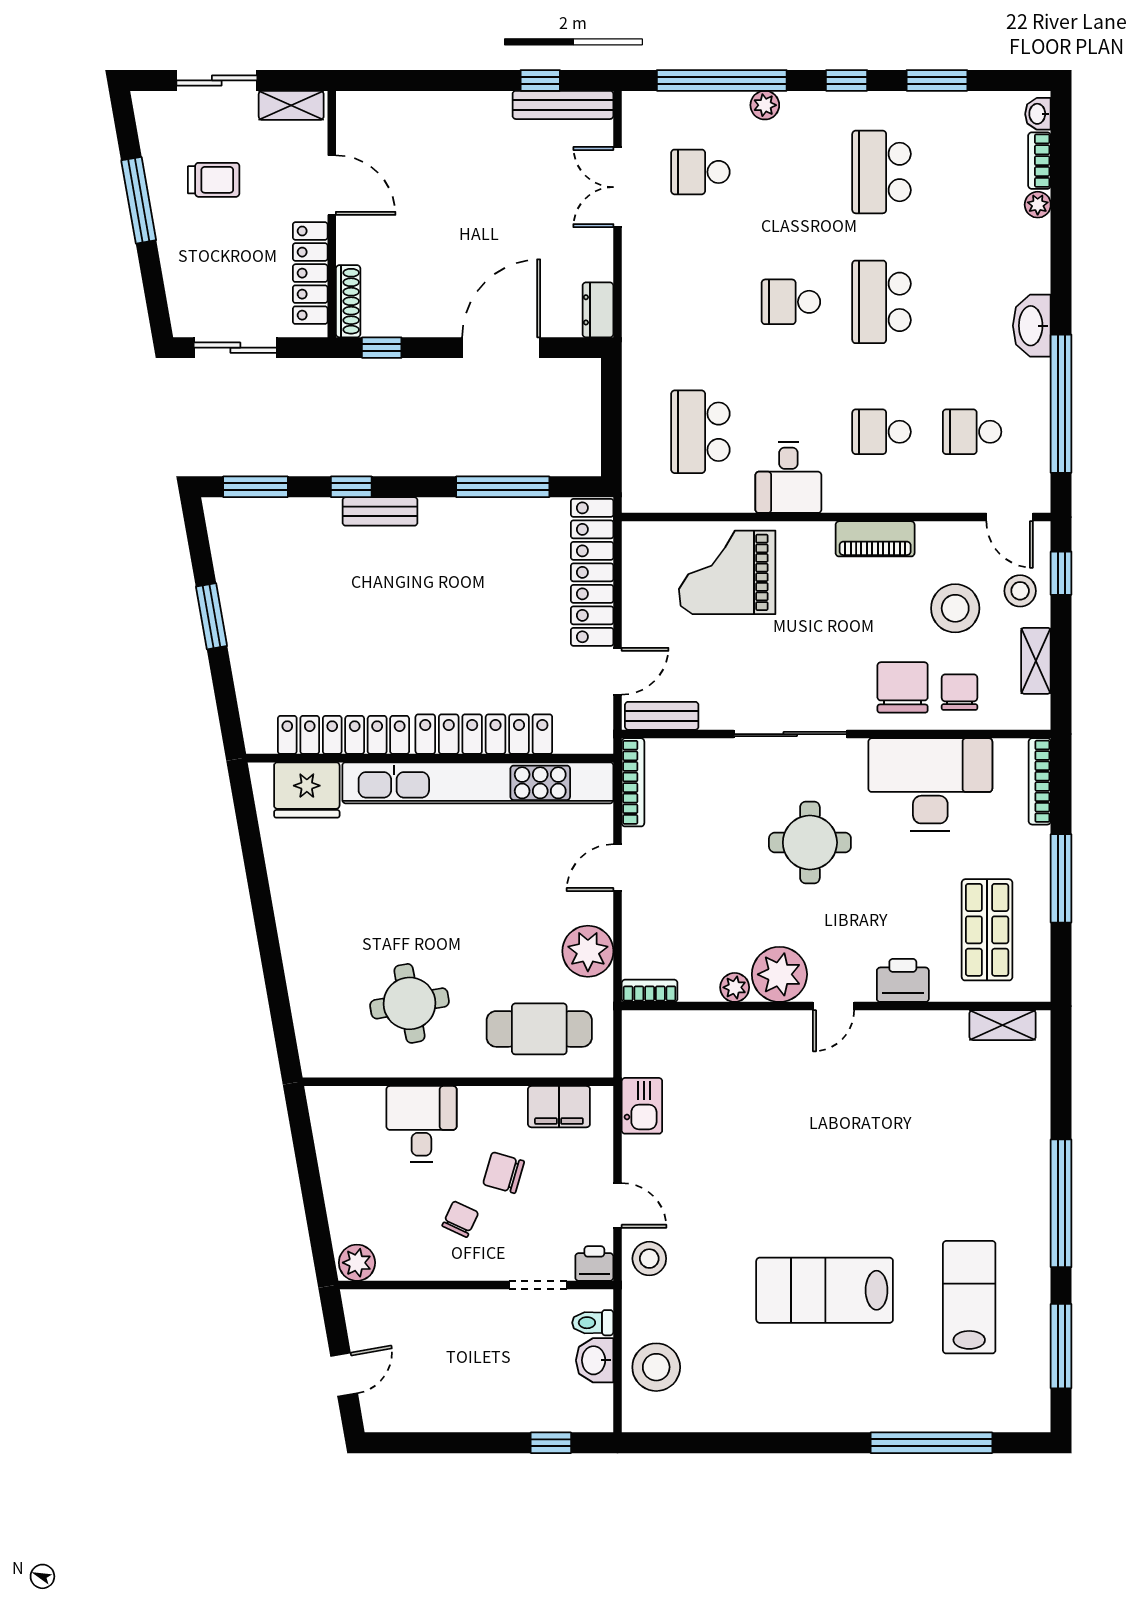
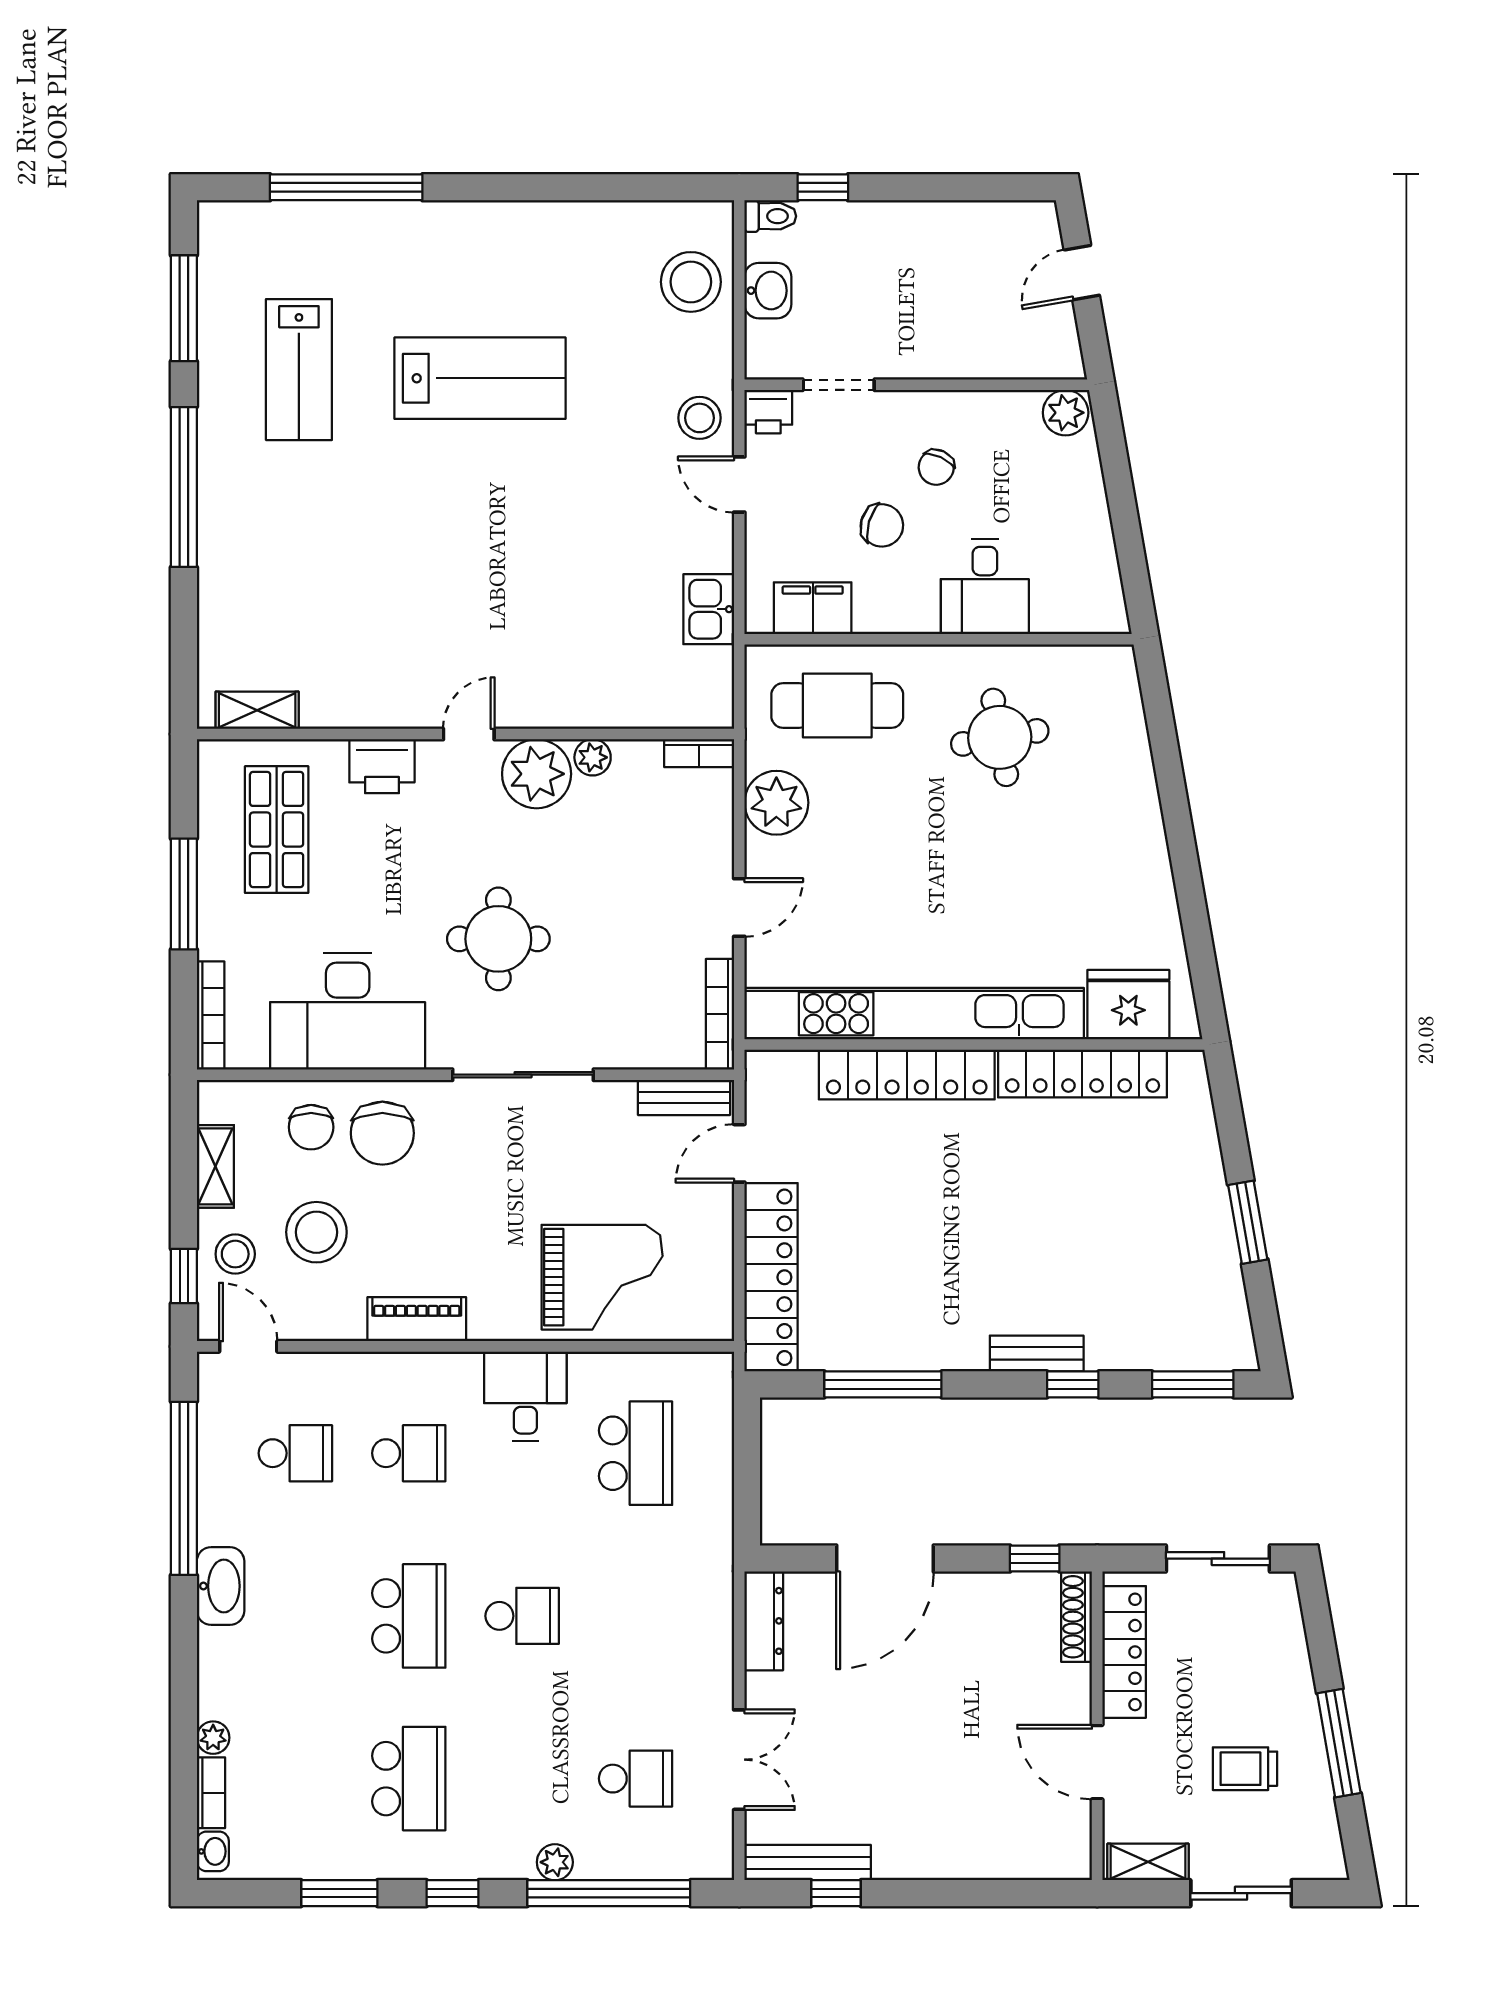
dresser: (598, 310) -> (764, 1621), width x1.44
toilet: (593, 1323) -> (770, 216), moved

